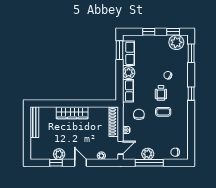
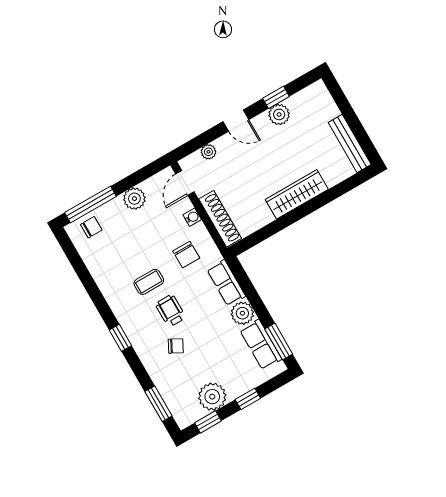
plant: (176, 42) -> (212, 397), moved
window: (149, 163) -> (90, 204), moved

